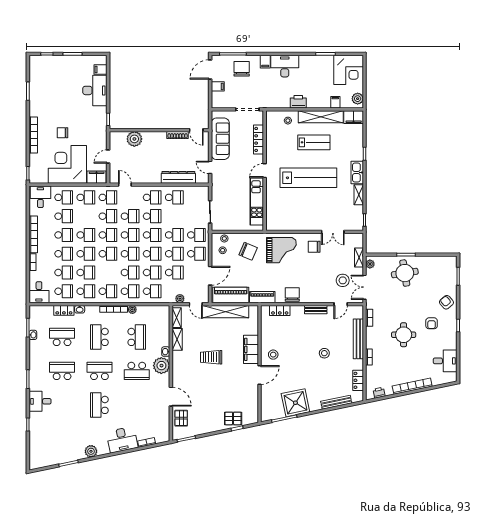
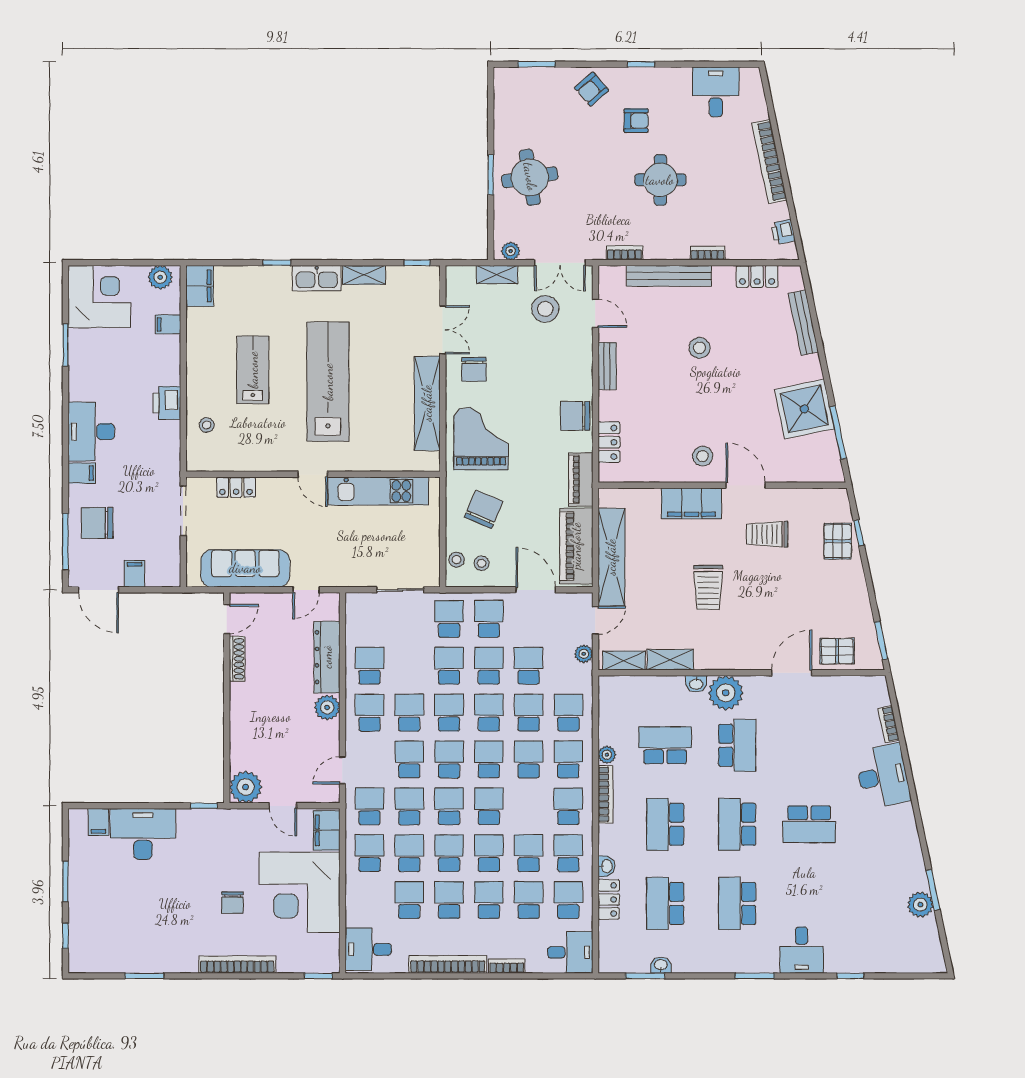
shelving: (321, 117) -> (427, 403), moved
plant: (134, 139) -> (246, 787), moved
locker: (259, 139) -> (236, 487), width x0.66
plant: (155, 177) -> (327, 707), added
school desk: (64, 197) -> (409, 853), moved
school desk: (99, 337) -> (665, 824), turned 90
trolley: (236, 385) -> (767, 534), added
plant: (91, 451) -> (920, 905), moved

